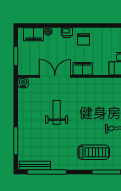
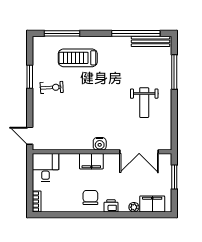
double door: (55, 76) -> (139, 152), moved
water cooler: (23, 83) -> (100, 144), moved
weight bench: (57, 112) -> (144, 103), moved

